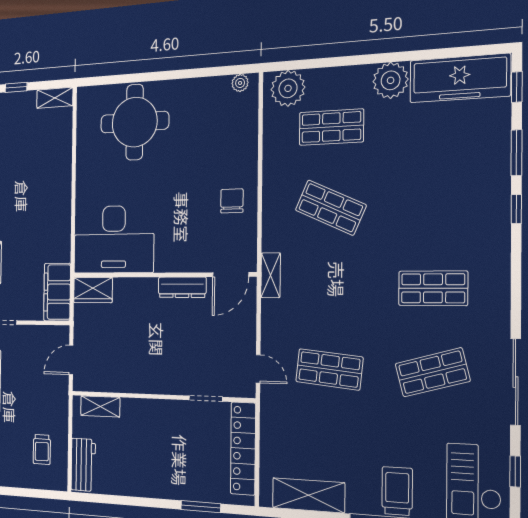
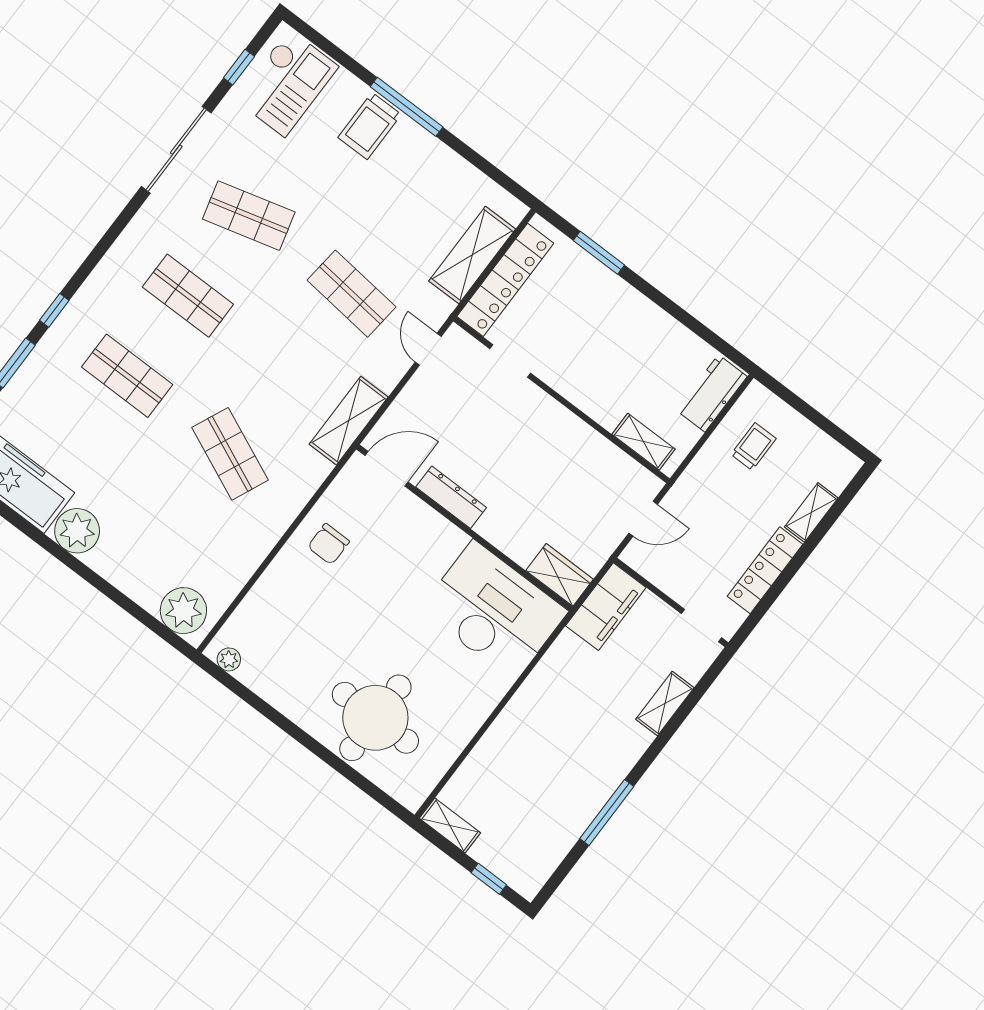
shop shelf: (331, 127) -> (127, 376), moved
shelving: (271, 275) -> (349, 421), width x1.50, depth x1.33
shelving: (308, 495) -> (472, 255), moved, turned 90

